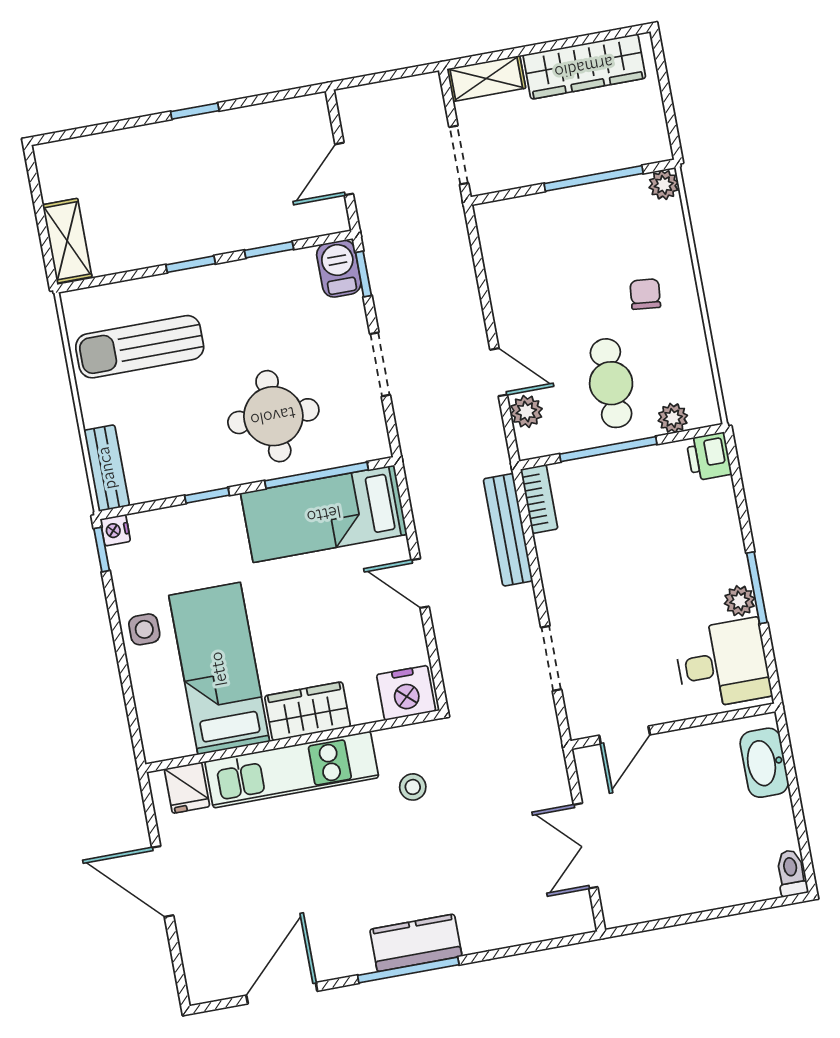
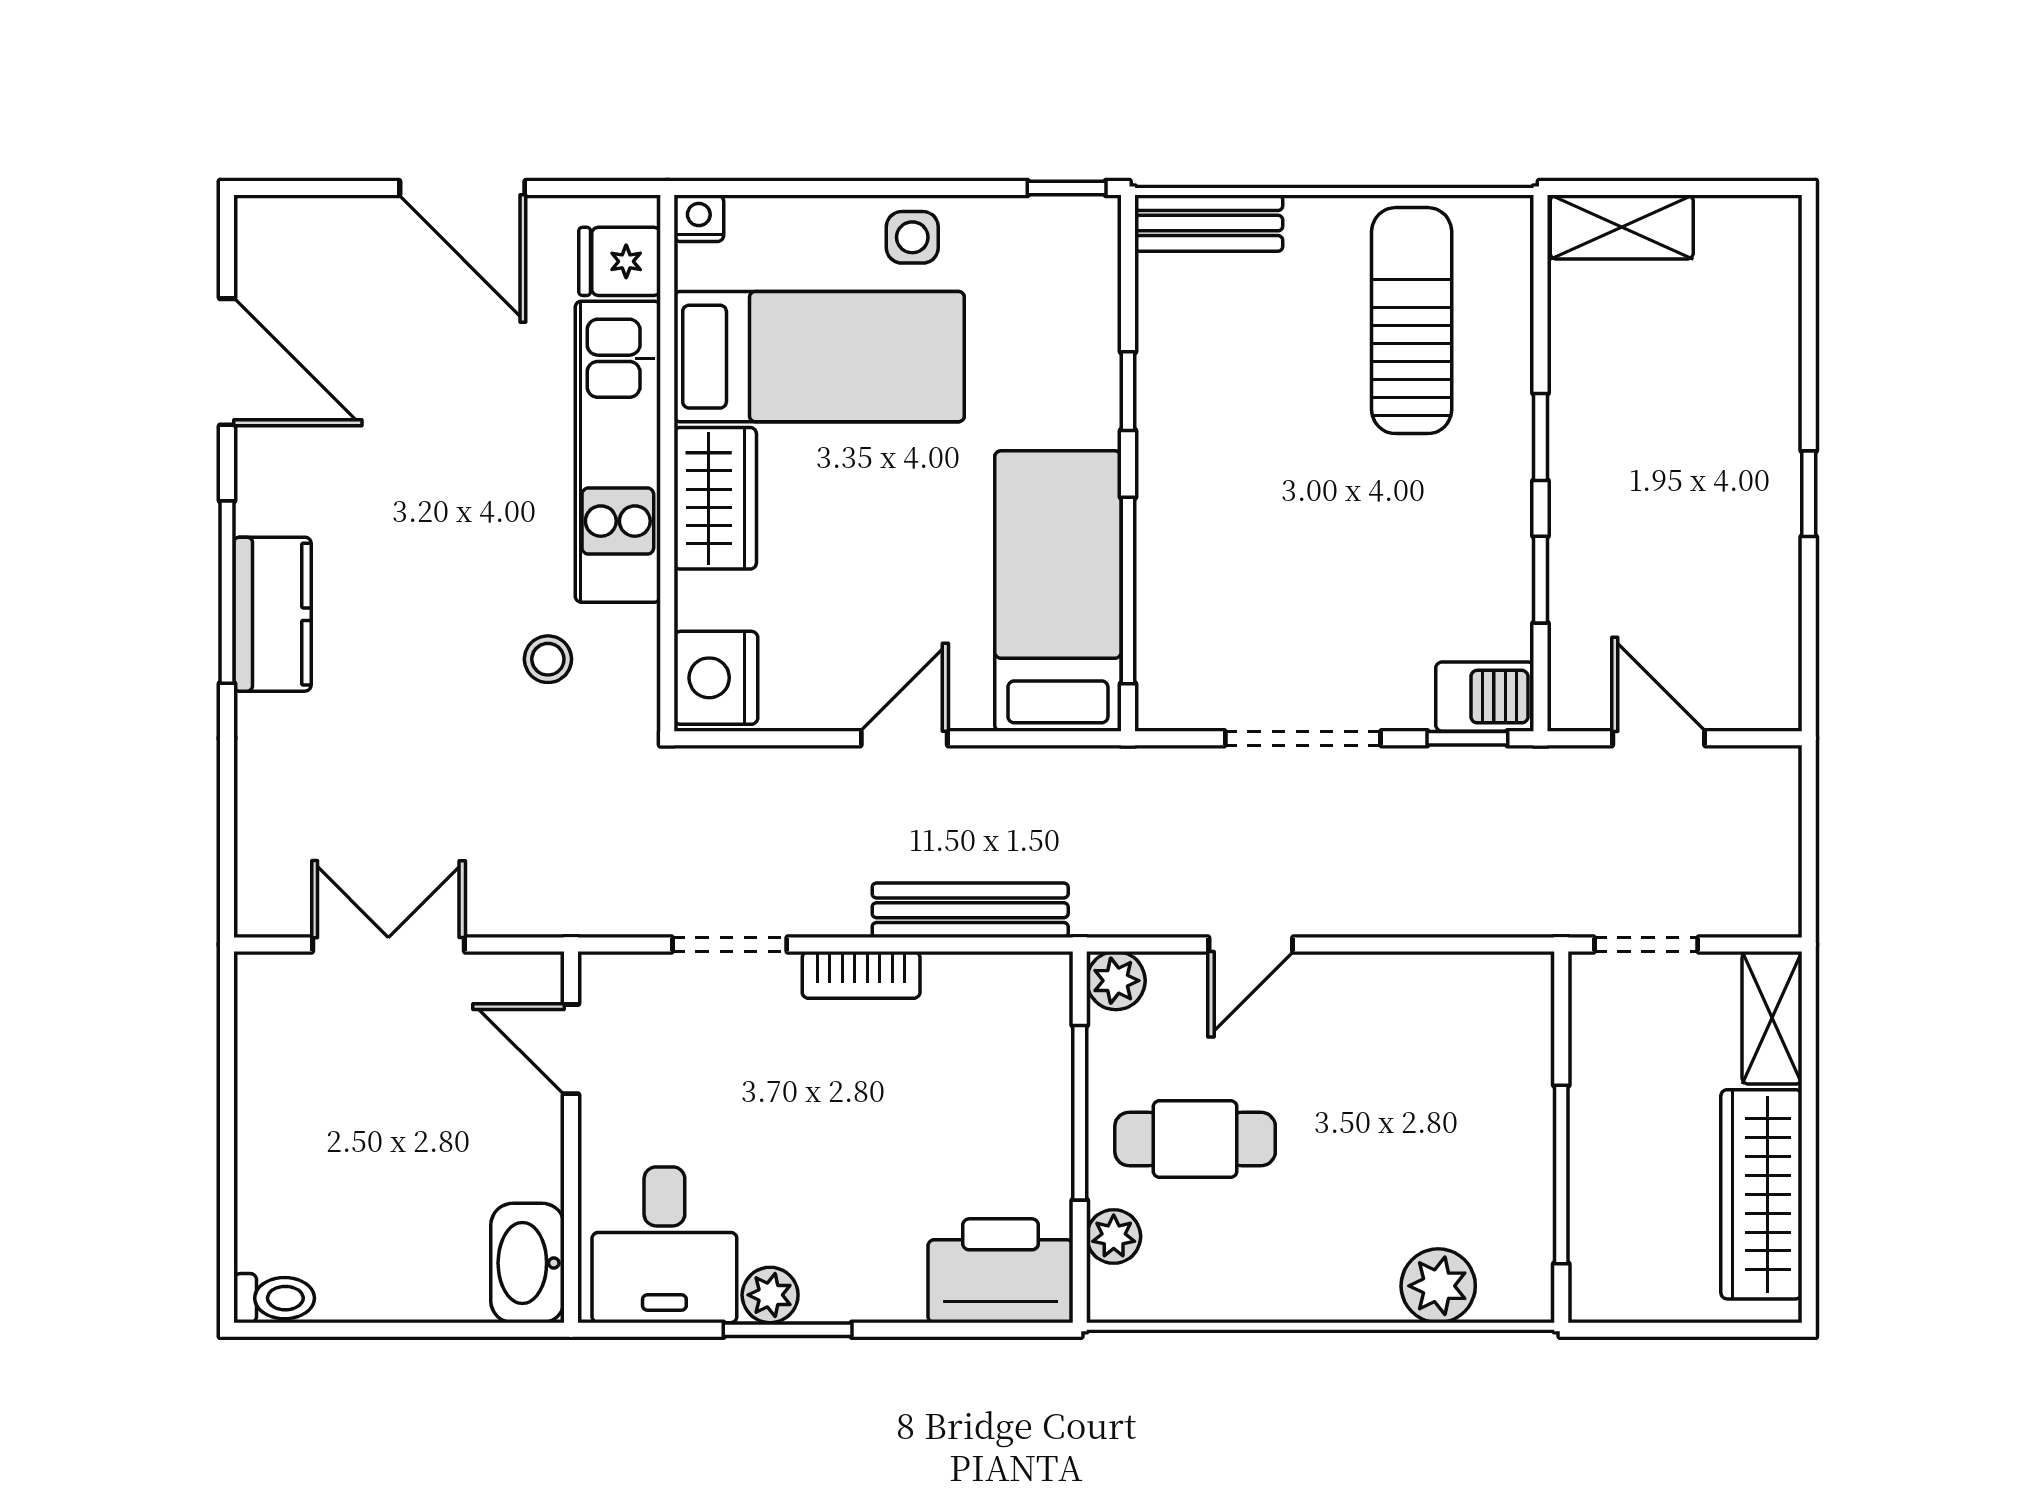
plant: (664, 185) -> (1438, 1286), moved, width x1.38, depth x1.38
chair: (645, 294) -> (1341, 1228), removed
doorway: (380, 364) -> (1303, 738), width x1.38
plant: (526, 412) -> (1116, 981), moved
round table: (273, 416) -> (1246, 534), removed
printer: (709, 457) -> (1001, 1271), width x1.87, depth x1.48
bookcase: (539, 499) -> (861, 975), moved
nightstand: (115, 530) -> (699, 218), moved
washbasin: (764, 763) -> (527, 1263), moved, turned -90
door: (163, 881) -> (462, 188), swing flipped

